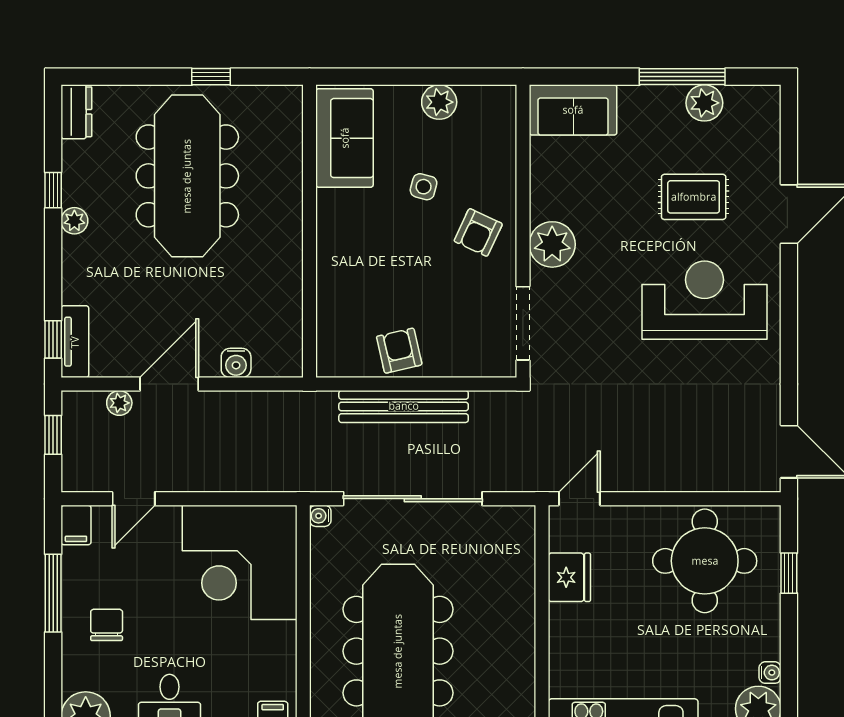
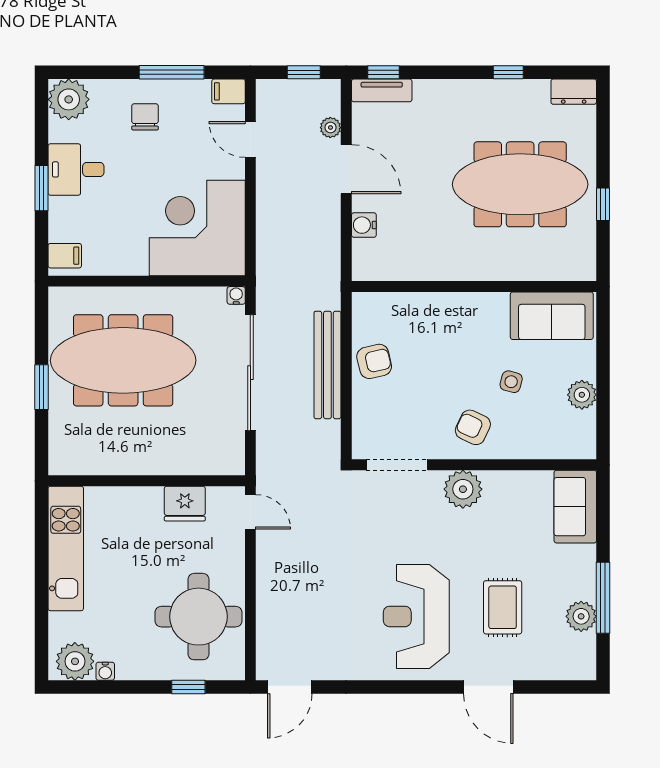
plant: (74, 221) -> (483, 90), removed
reception desk: (705, 300) -> (416, 616), turned 180
chair: (107, 625) -> (145, 117), turned -90

